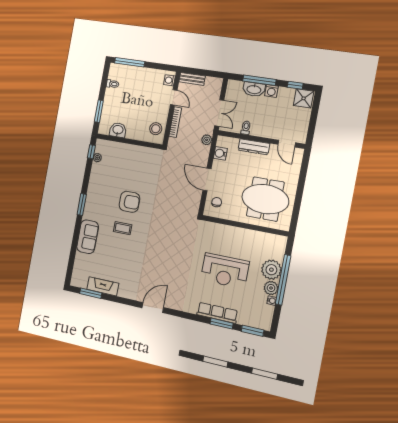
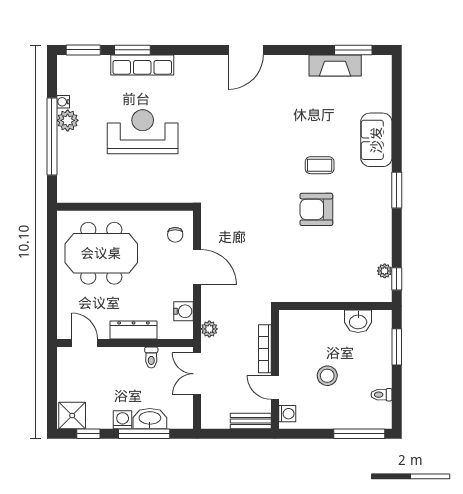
stool: (156, 129) -> (327, 376), moved
plant: (271, 270) -> (72, 148), removed

